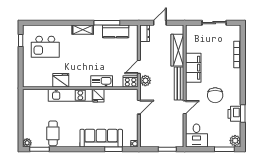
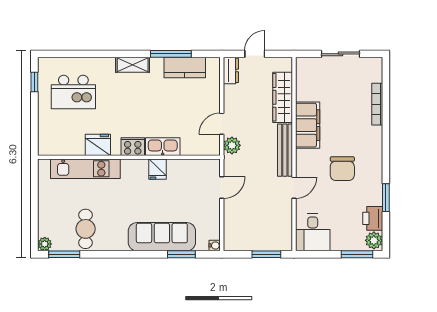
cooker: (131, 81) -> (133, 147), moved
kitchen unit: (70, 95) -> (85, 169), moved
printer: (234, 114) -> (373, 218), moved

